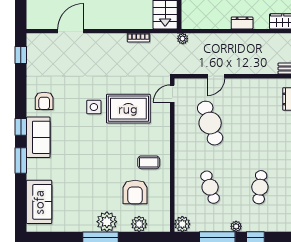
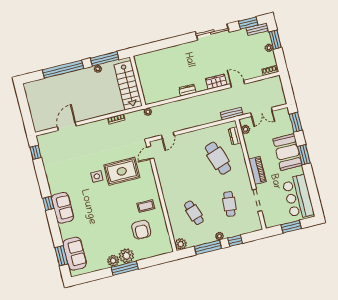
door: (216, 76) -> (168, 135), moved
armchair: (44, 101) -> (60, 181), removed
cafe table: (210, 123) -> (218, 158), moved
window: (21, 160) -> (61, 256), moved
plant: (139, 224) -> (113, 261), moved

